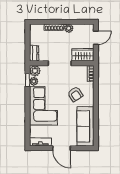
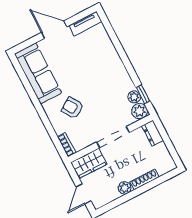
corner sofa: (43, 106) -> (105, 72), removed

